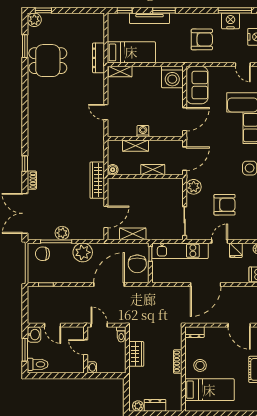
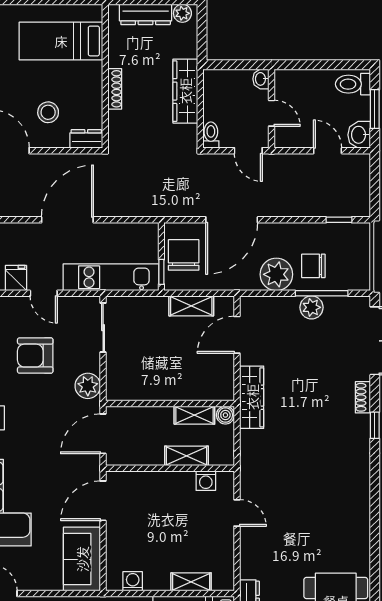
shelving: (120, 72) -> (191, 582), moved
washing machine: (172, 77) -> (133, 581), width x0.53, depth x0.53
washing machine: (143, 131) -> (206, 481), moved
shelving: (153, 170) -> (194, 415), moved
door: (220, 241) -> (44, 293), hinge flipped
chair: (43, 254) -> (313, 266), moved, turned 180
wardrobe: (136, 354) -> (185, 91), width x1.50
stool: (200, 365) -> (48, 112), moved
dresser: (155, 405) -> (146, 14), width x1.44

